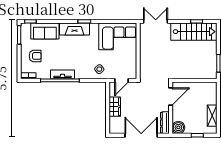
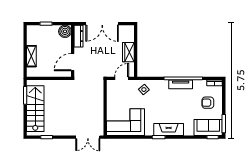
sofa: (45, 31) -> (208, 128), moved
stairs: (194, 32) -> (35, 109), moved, turned 90
shelving: (212, 116) -> (31, 56), moved

